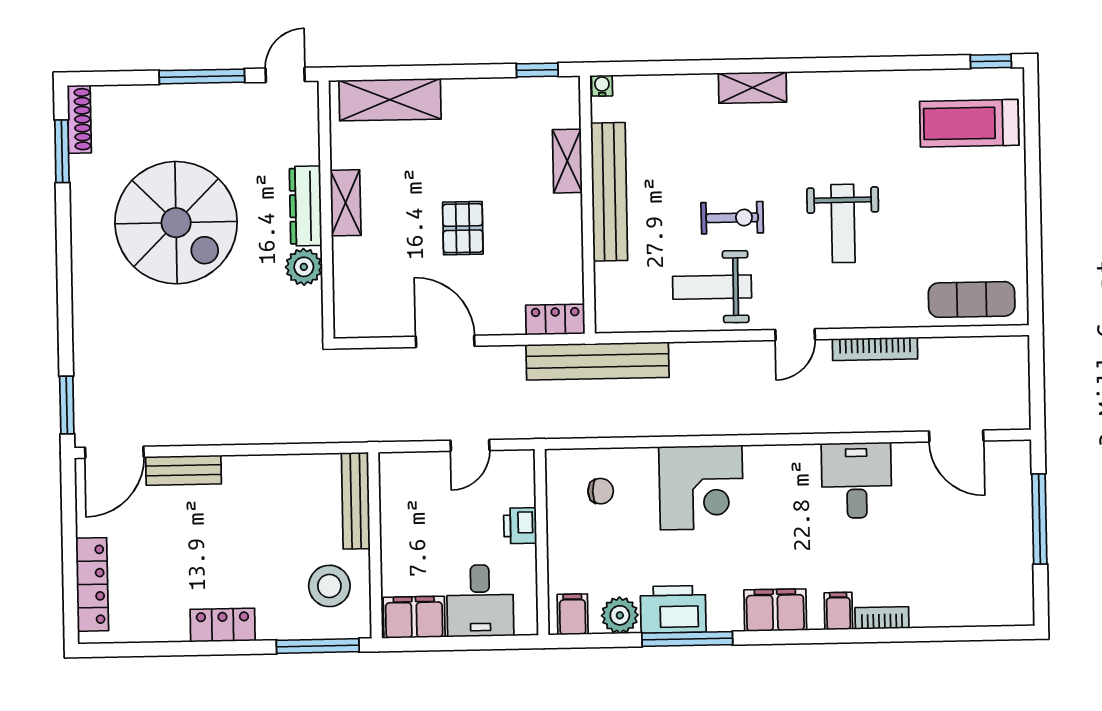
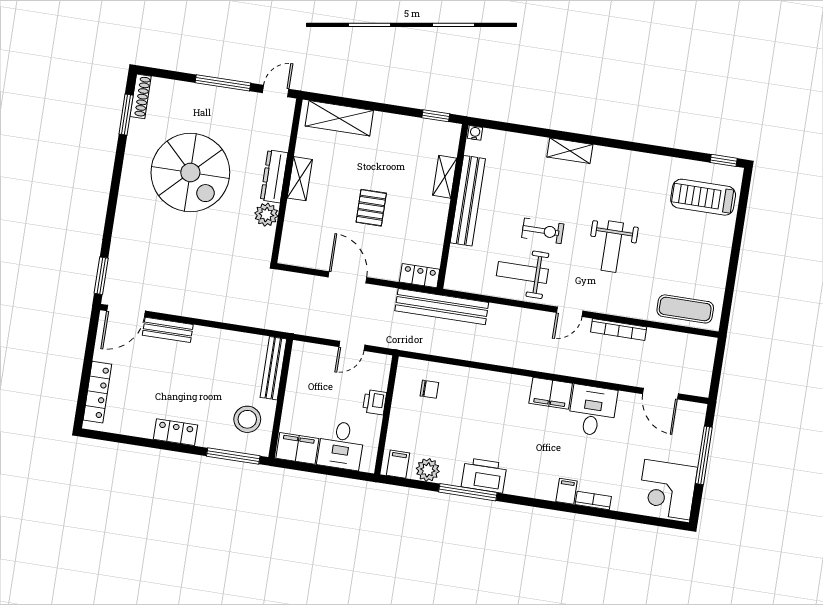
corner desk: (701, 488) -> (667, 490), moved, turned 90
printer: (673, 609) -> (484, 475), moved
filing cabinet: (775, 610) -> (551, 393), moved, turned 180

